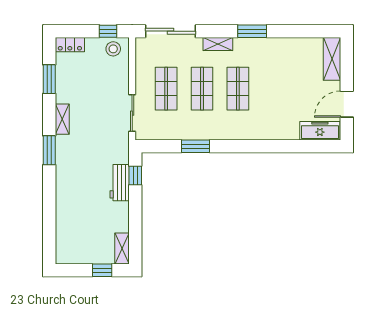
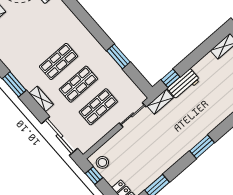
shelving: (62, 119) -> (160, 102), moved

